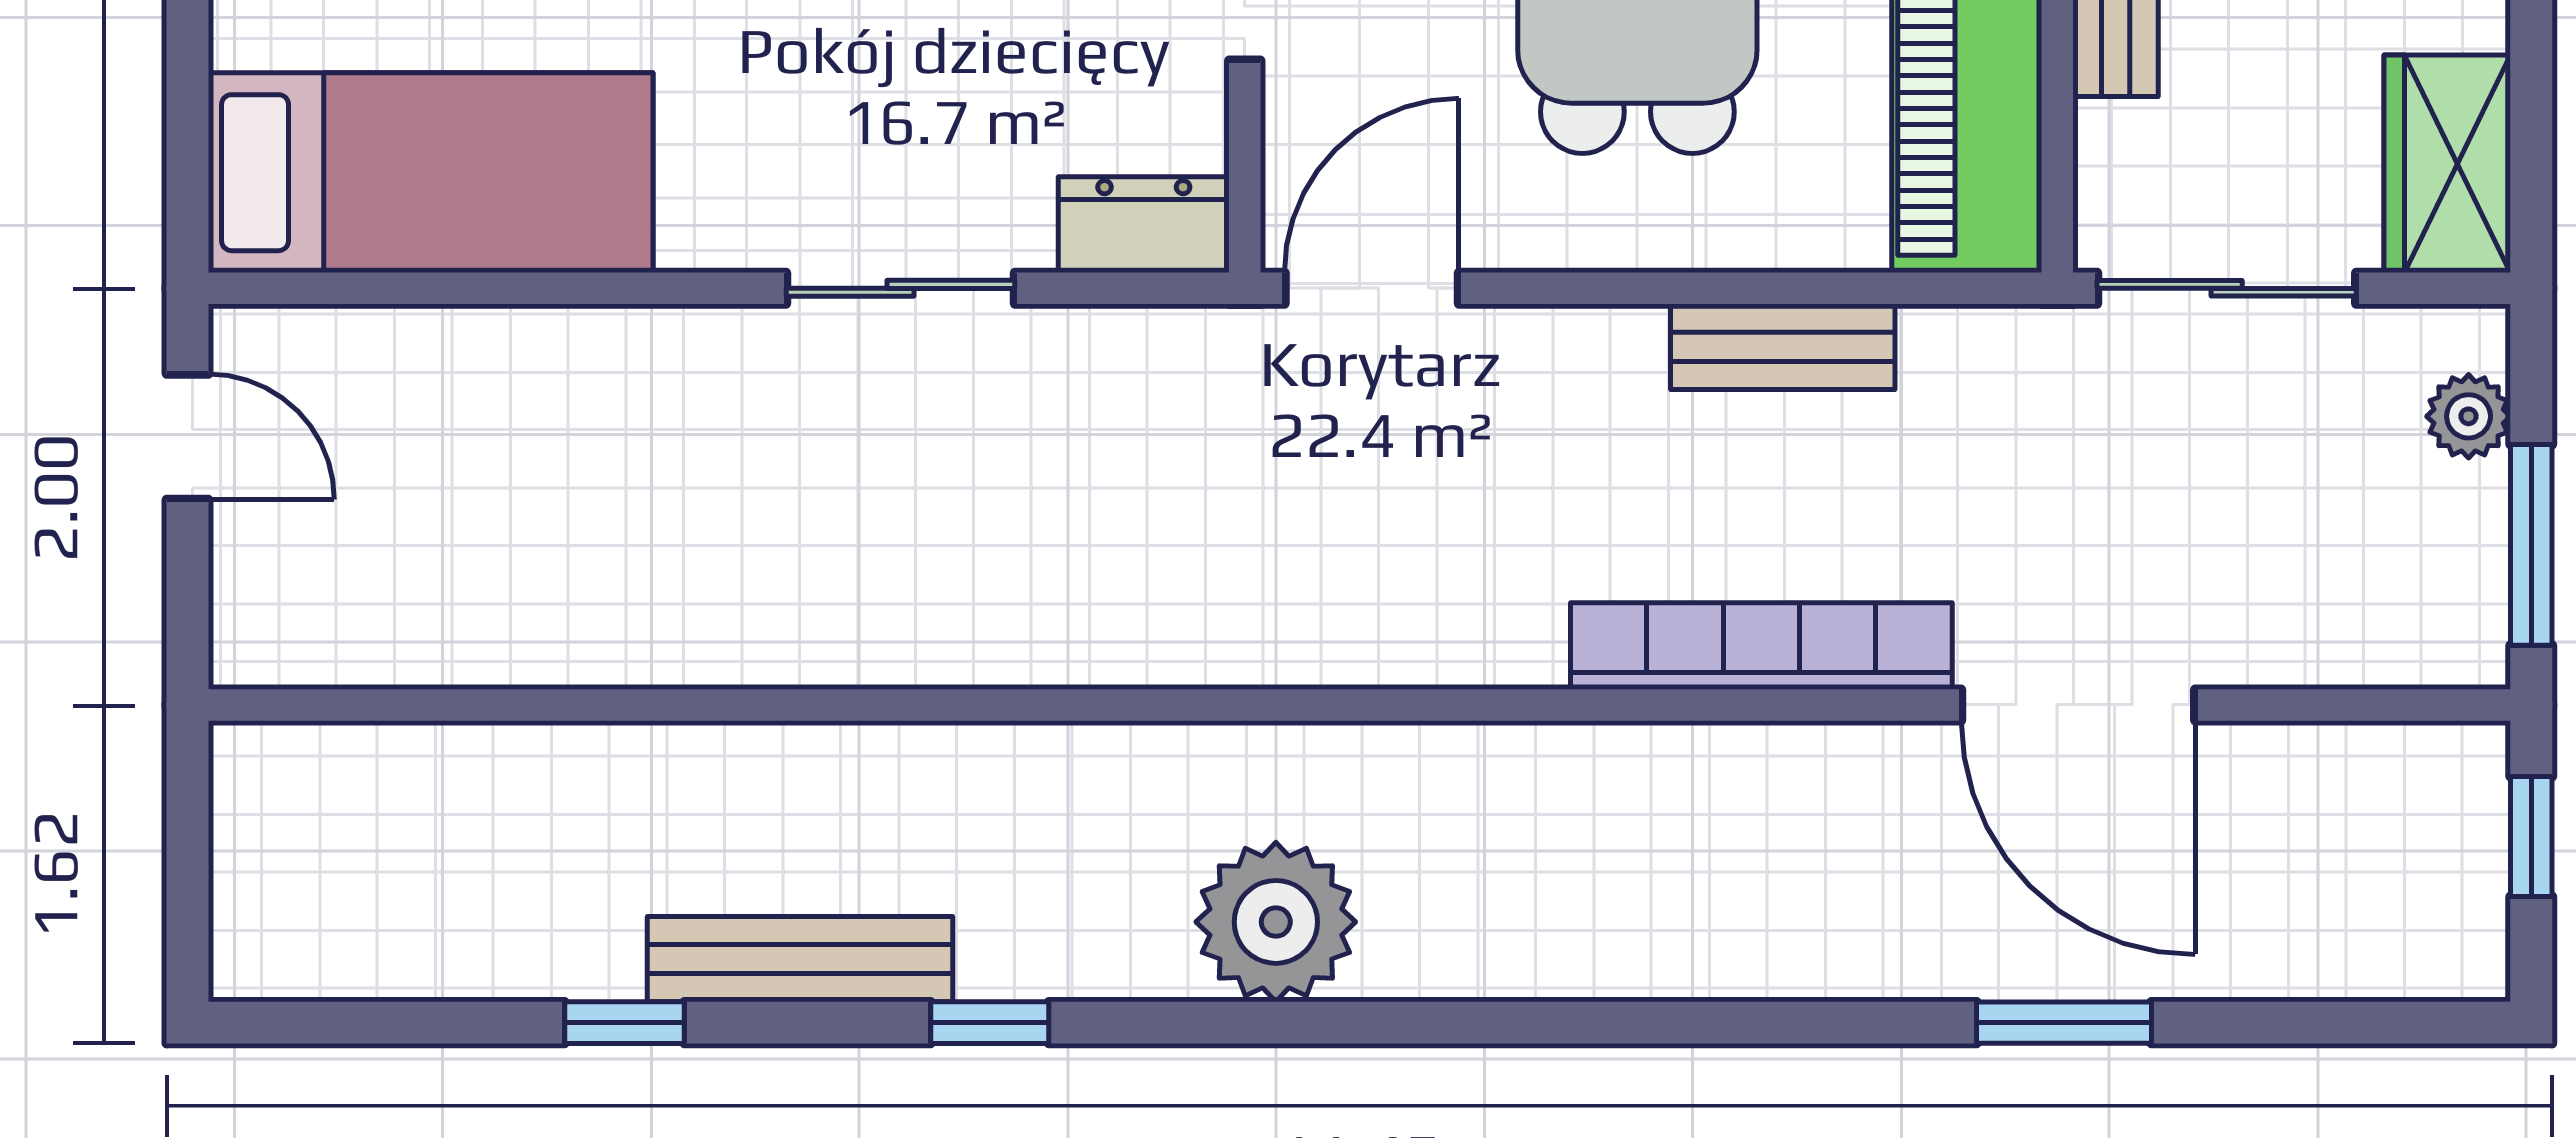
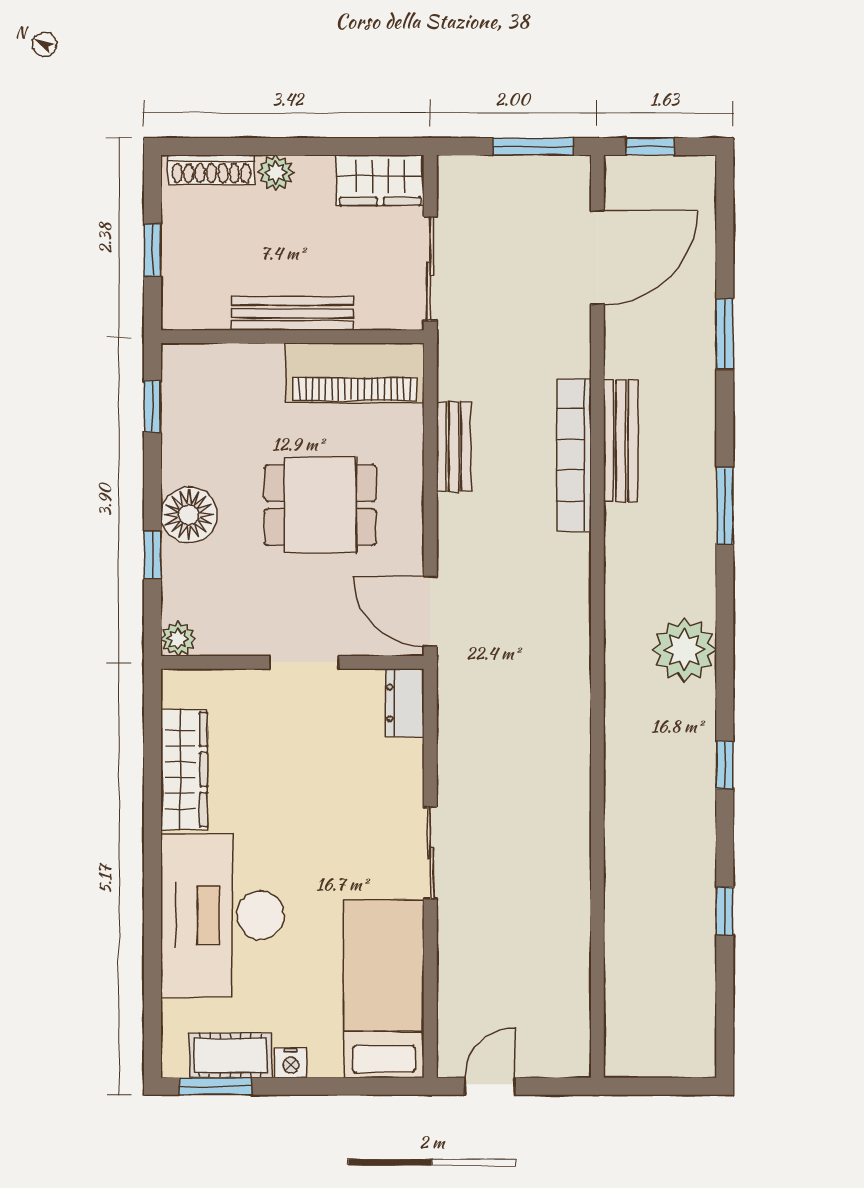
sliding door: (900, 288) -> (430, 853), moved
plant: (2469, 416) -> (482, 172), removed
door: (2078, 705) -> (597, 257), moved
bench: (800, 959) -> (621, 441), moved
window: (1636, 1023) -> (725, 506), added

